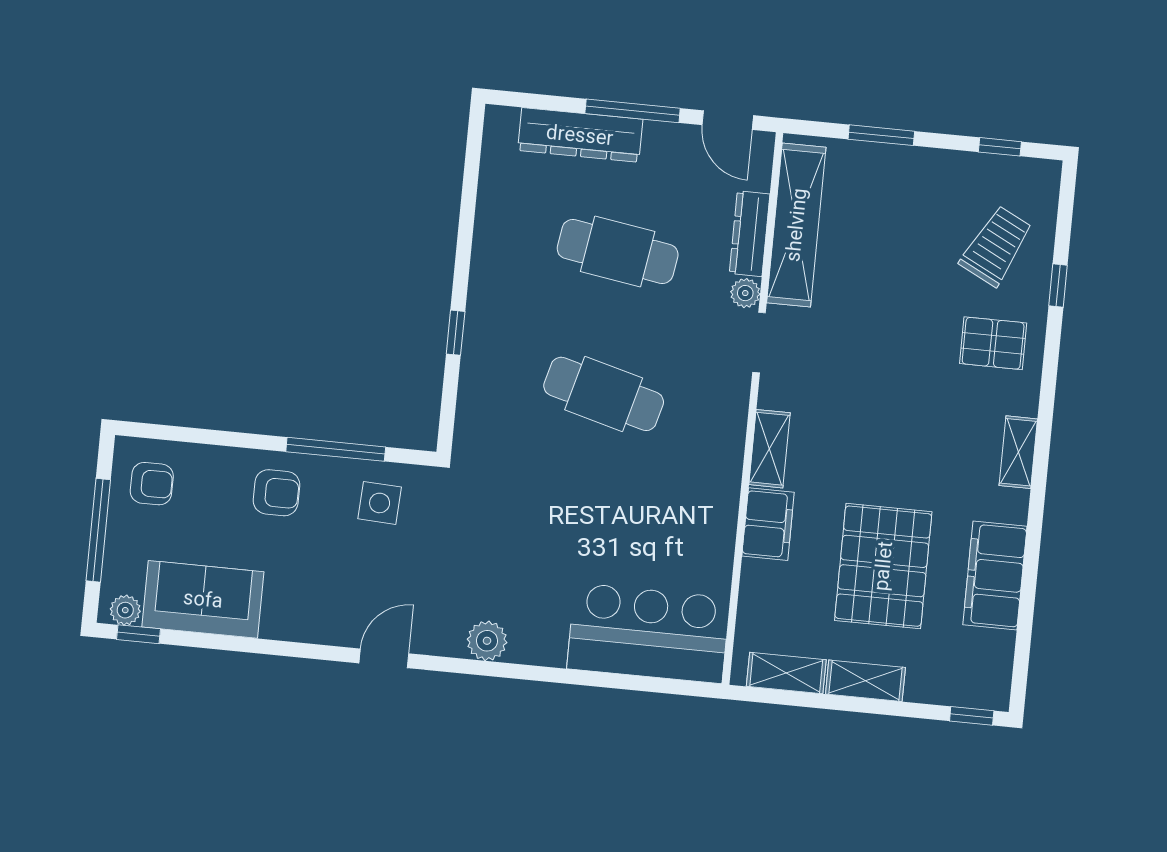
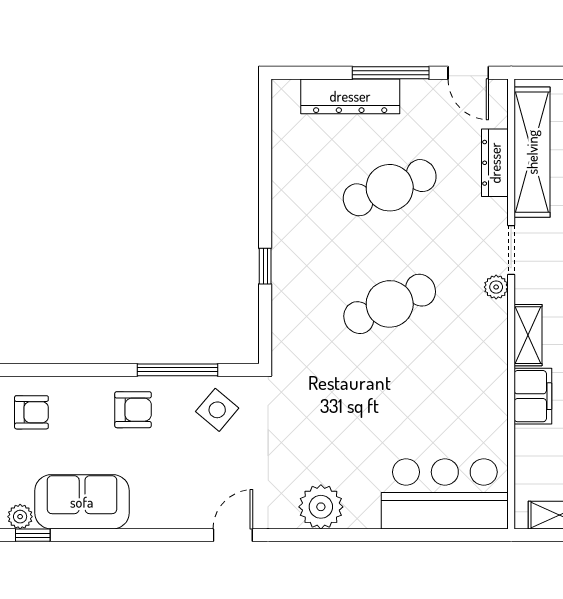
cafe table: (618, 252) -> (390, 188), turned -30
plant: (745, 293) -> (496, 287), moved
cafe table: (604, 394) -> (390, 304), turned -39
side table: (380, 503) -> (217, 410), turned 37
plant: (487, 641) -> (321, 507), width x1.36, depth x1.36

